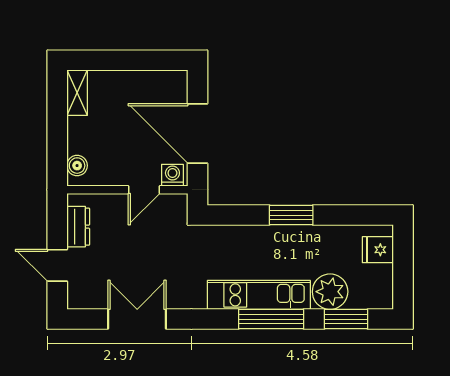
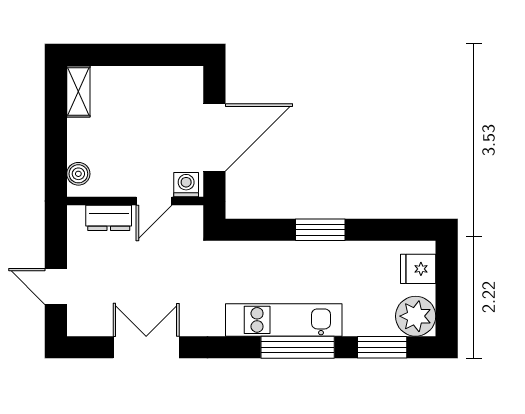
door: (197, 133) -> (214, 138), swing flipped
dresser: (78, 227) -> (109, 218), moved, turned 90
plant: (330, 292) -> (416, 316), moved

